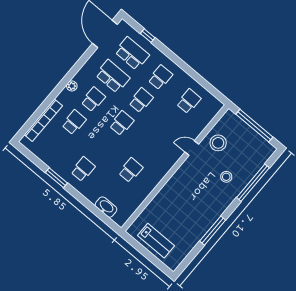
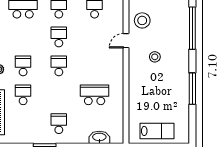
school desk: (113, 76) -> (23, 37), removed
school desk: (131, 170) -> (95, 95), width x1.85
stool: (226, 177) -> (155, 57), moved

